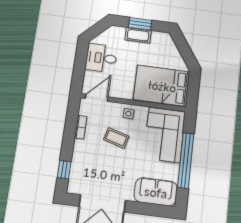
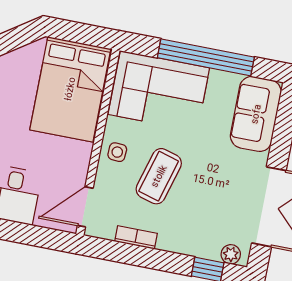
door: (97, 98) -> (85, 207), hinge flipped
coffee table: (116, 138) -> (159, 176), width x1.36, depth x1.30
plant: (73, 183) -> (231, 254), added

